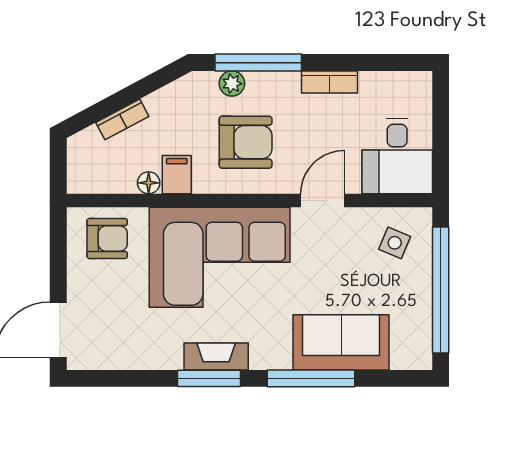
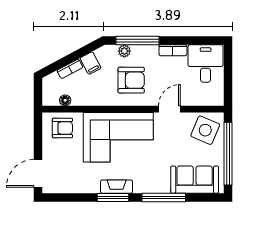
desk: (397, 156) -> (206, 64), moved, turned 180
filing cabinet: (177, 175) -> (90, 63), moved, turned 152
floor lamp: (149, 183) -> (65, 100), moved
side table: (395, 243) -> (205, 130), width x1.87, depth x1.87
sofa: (341, 342) -> (195, 180), moved

